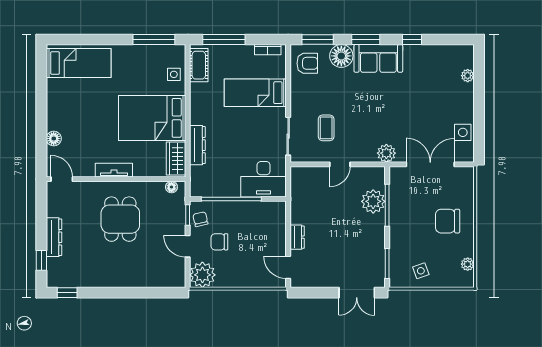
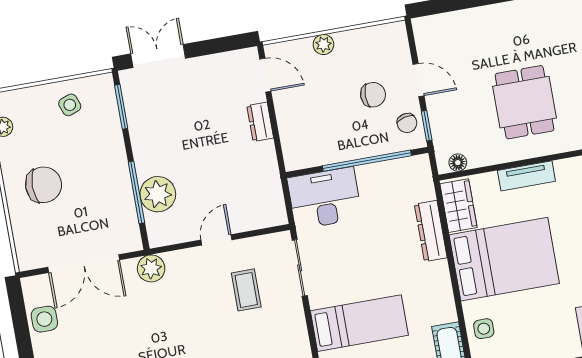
tv unit: (114, 170) -> (526, 176), moved
plant: (202, 275) -> (323, 44), moved, width x0.53, depth x0.53

